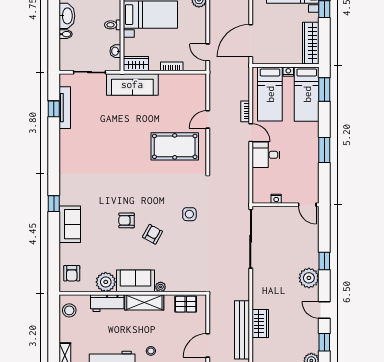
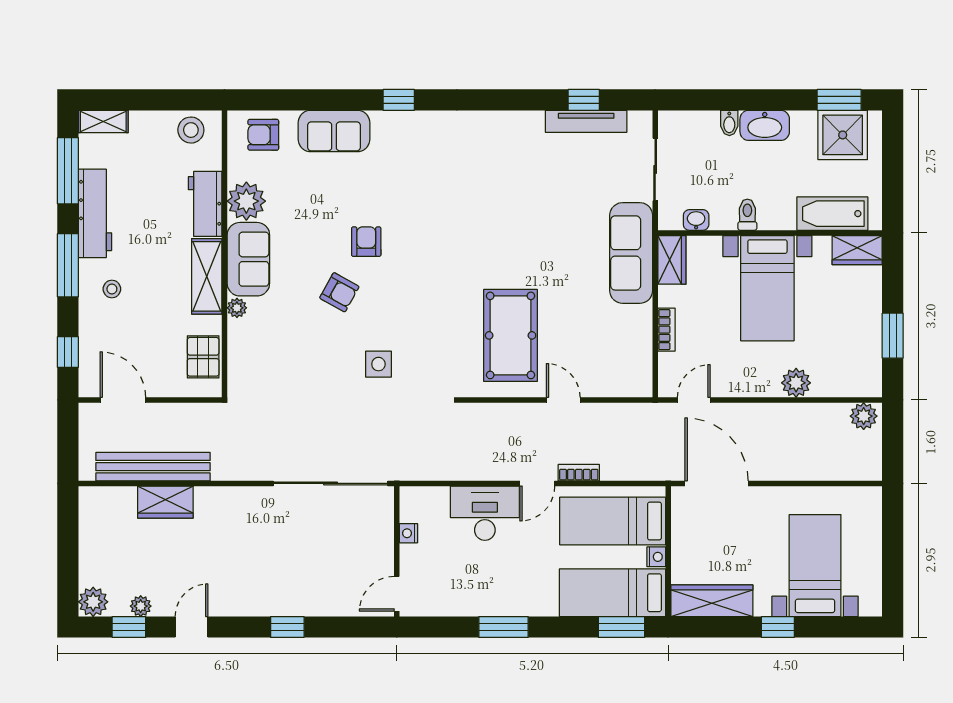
desk: (266, 155) -> (485, 513), width x1.37
sofa: (70, 224) -> (334, 131), moved
plant: (309, 278) -> (141, 606), moved, width x0.53, depth x0.53

